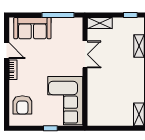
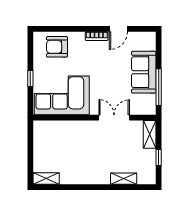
window: (130, 15) -> (159, 158), moved
sofa: (32, 28) -> (144, 72), moved
double door: (85, 54) -> (114, 118), swing flipped

